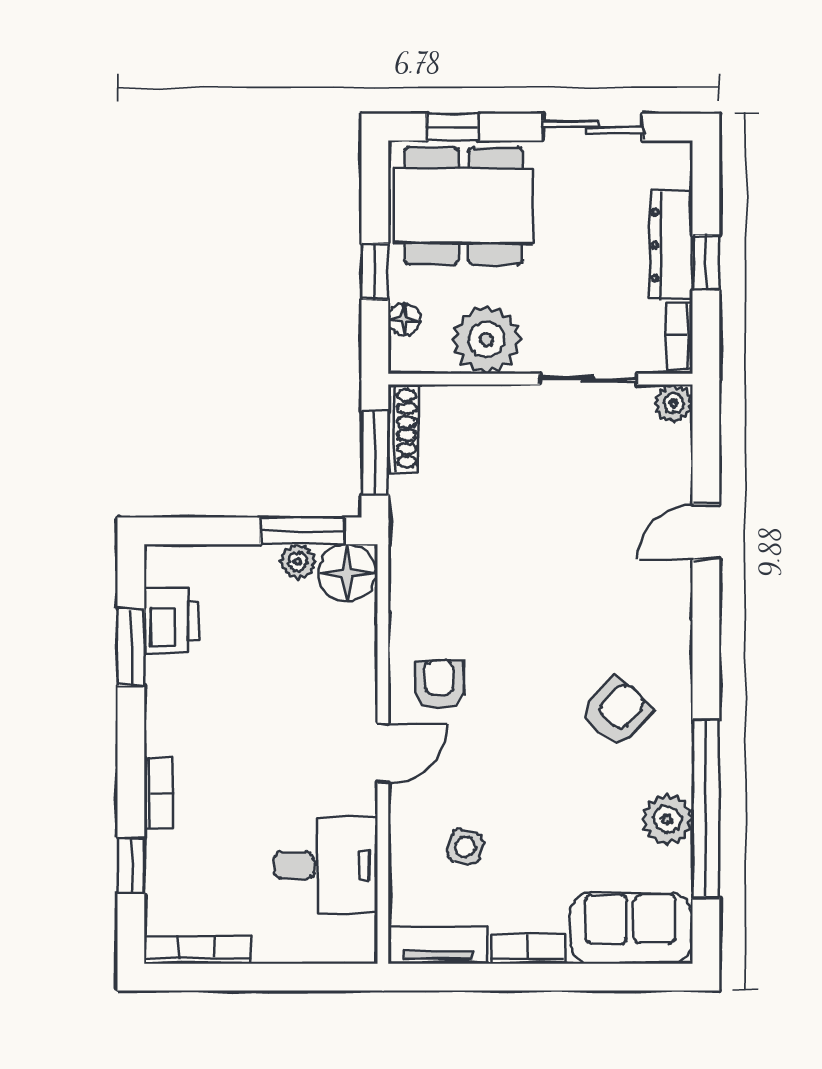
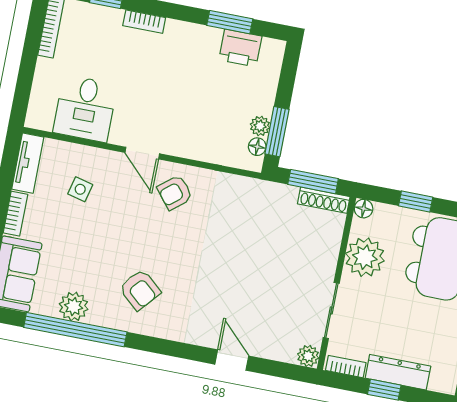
floor lamp: (404, 320) -> (364, 209), moved
floor lamp: (347, 573) -> (257, 147), width x0.53, depth x0.53
armchair: (439, 684) -> (175, 193), turned 141

